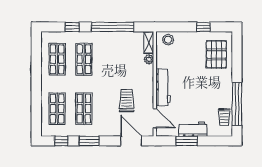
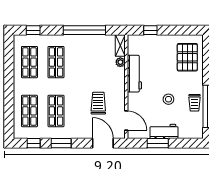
window: (72, 27) -> (33, 30), moved
window: (203, 27) -> (150, 30), moved
stool: (168, 40) -> (168, 99), moved
workbench: (163, 87) -> (134, 74), moved
trolley: (224, 117) -> (195, 103), moved

